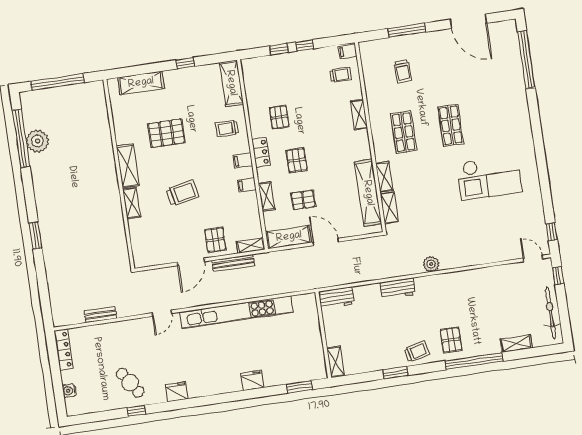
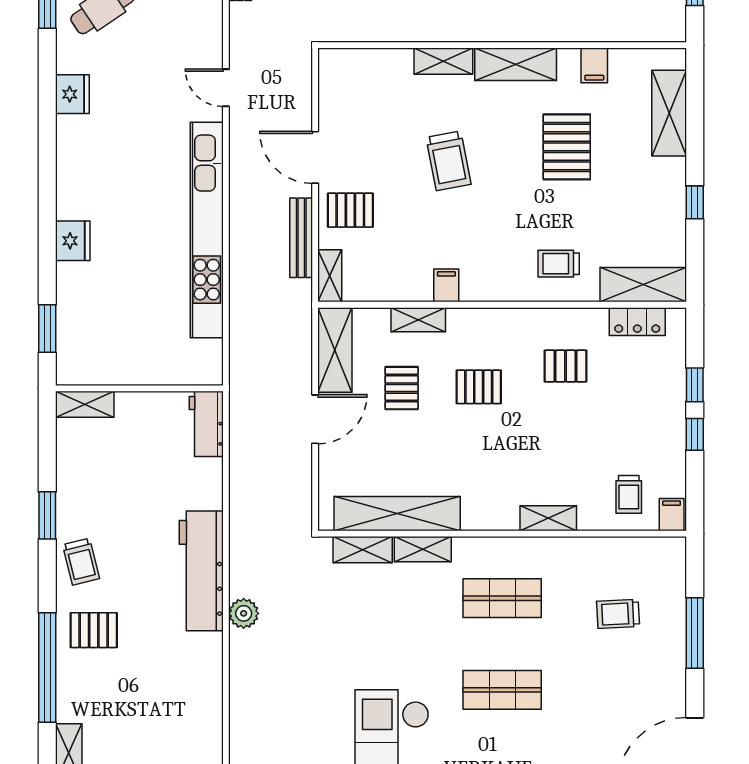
trolley: (227, 129) -> (559, 264), turned -90
locker: (261, 152) -> (637, 322), moved
filing cabinet: (243, 160) -> (594, 65), moved, turned 180
workbench: (398, 289) -> (201, 571), width x1.88, depth x1.32

